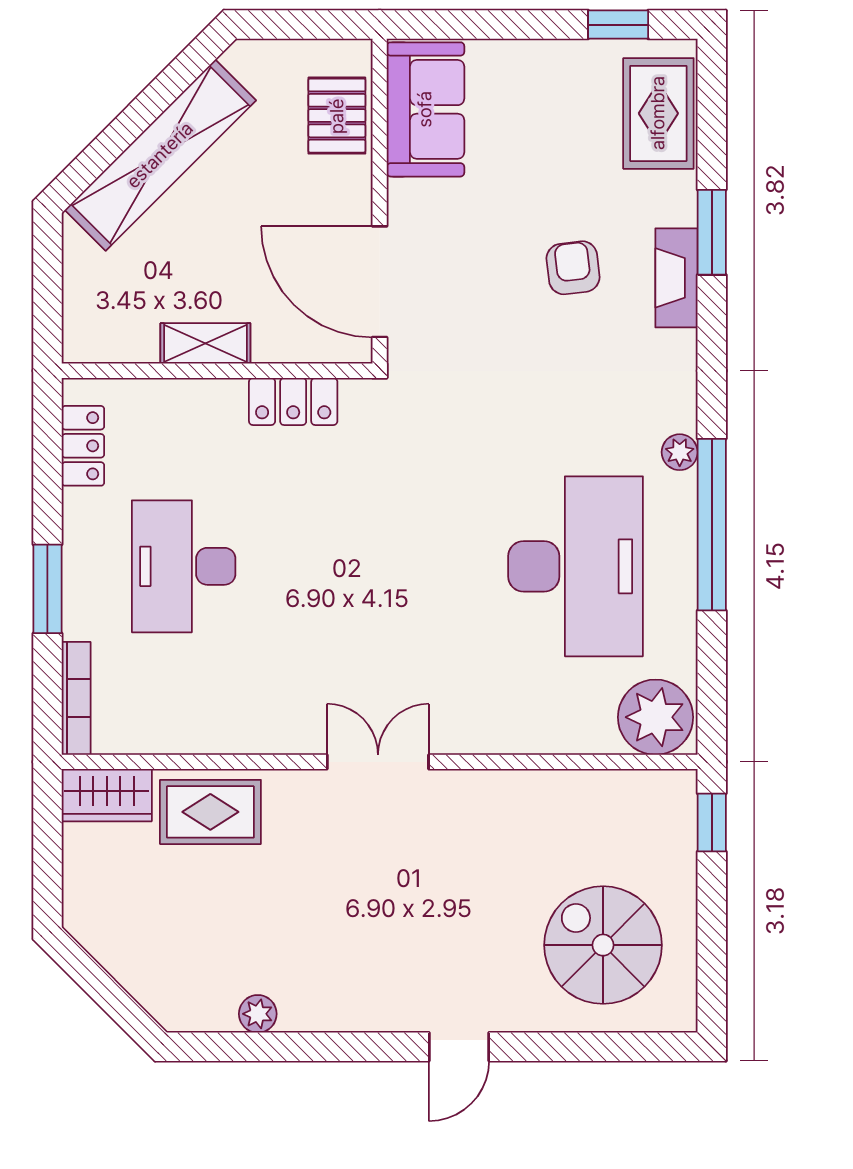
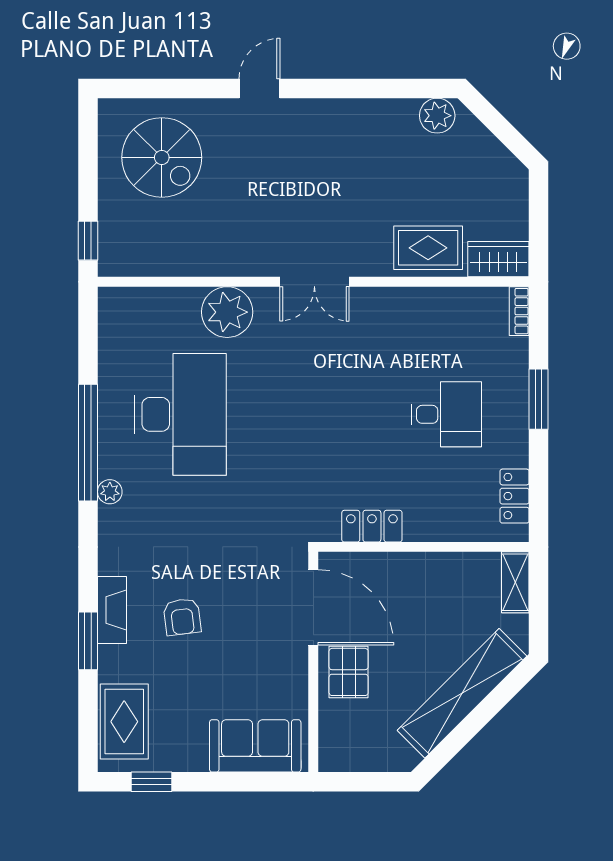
sofa: (425, 109) -> (255, 746), moved, turned 90
pallet: (337, 116) -> (349, 672), moved
shelving: (205, 343) -> (515, 582), moved, turned 90
desk: (184, 566) -> (446, 414), width x0.73
desk: (576, 566) -> (180, 414), turned 180
bookcase: (76, 698) -> (519, 311), width x0.64
plant: (656, 717) -> (227, 312), moved
plant: (258, 1014) -> (437, 116), moved, width x1.38, depth x1.38

